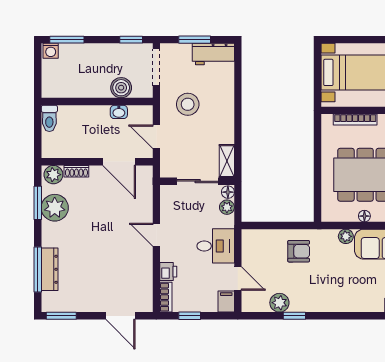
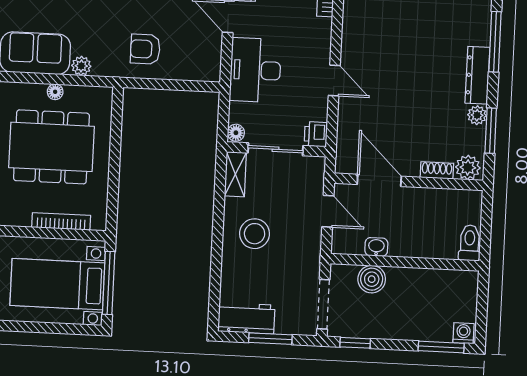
window: (317, 75) -> (109, 283), added
stool: (188, 104) -> (255, 234), moved
plant: (227, 207) -> (238, 113), removed
plant: (55, 208) -> (477, 115), width x0.53, depth x0.53
desk: (216, 246) -> (255, 70), width x1.37
dresser: (50, 269) -> (477, 75), moved
printer: (168, 272) -> (316, 134), moved

